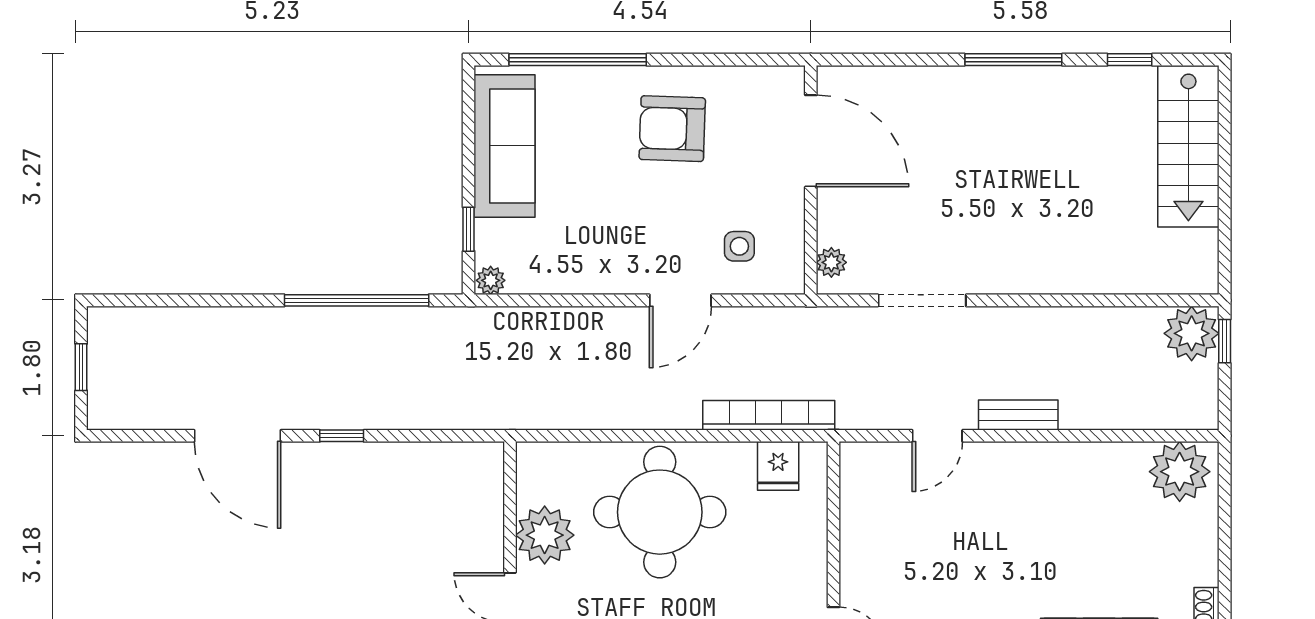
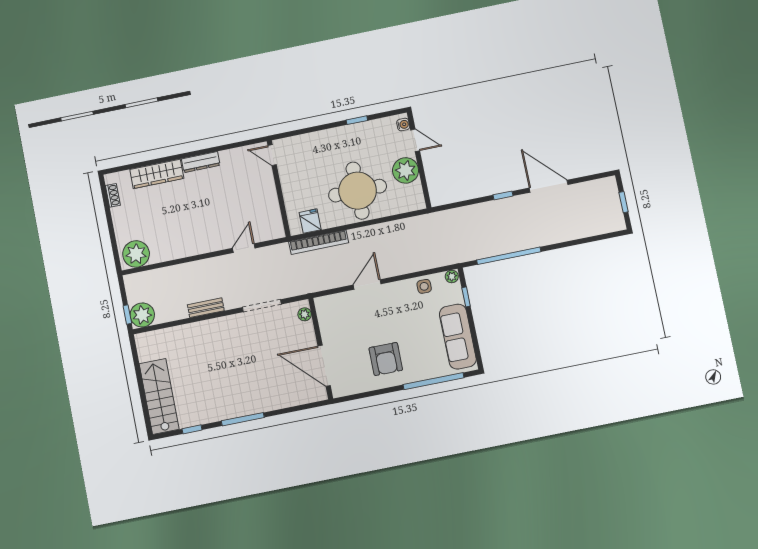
armchair: (672, 129) -> (386, 359), turned 88
side table: (739, 246) -> (424, 286), moved
bench: (1018, 415) -> (206, 308), moved

